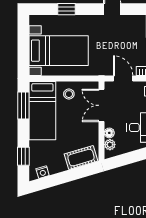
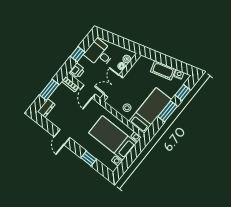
window: (23, 105) -> (168, 111), moved
double door: (101, 105) -> (113, 86), swing flipped
cot: (81, 158) -> (163, 70), moved

